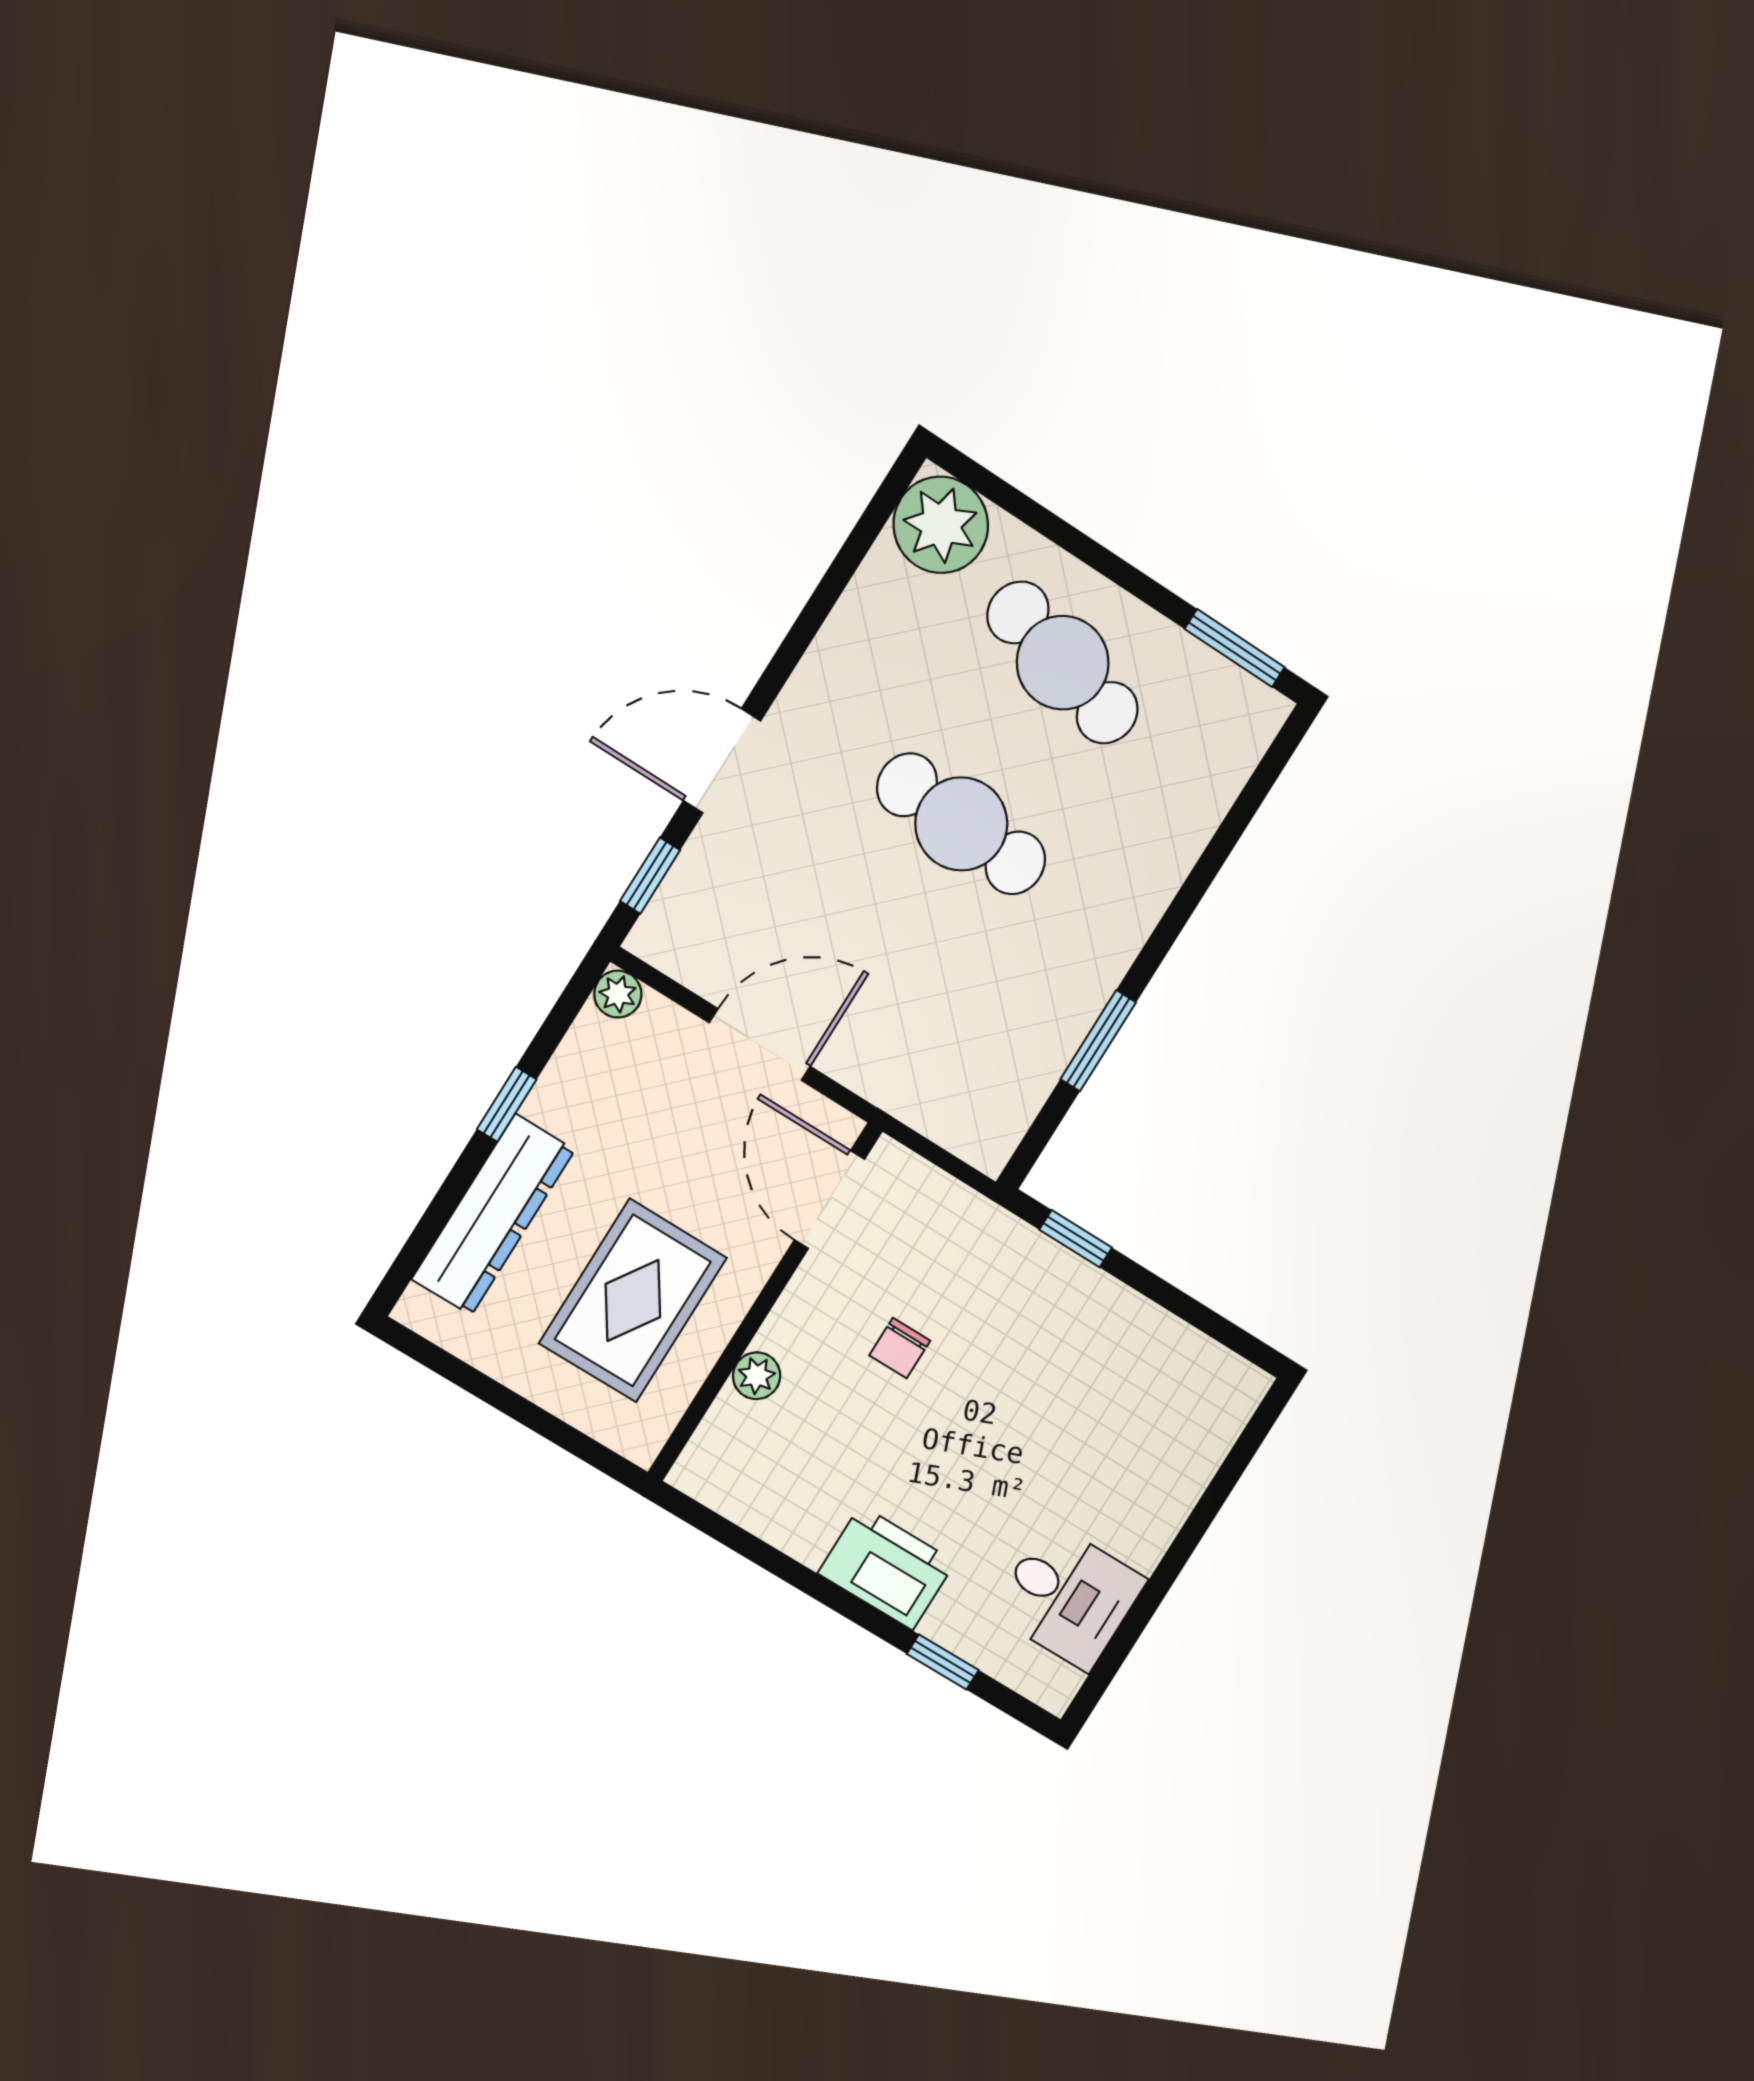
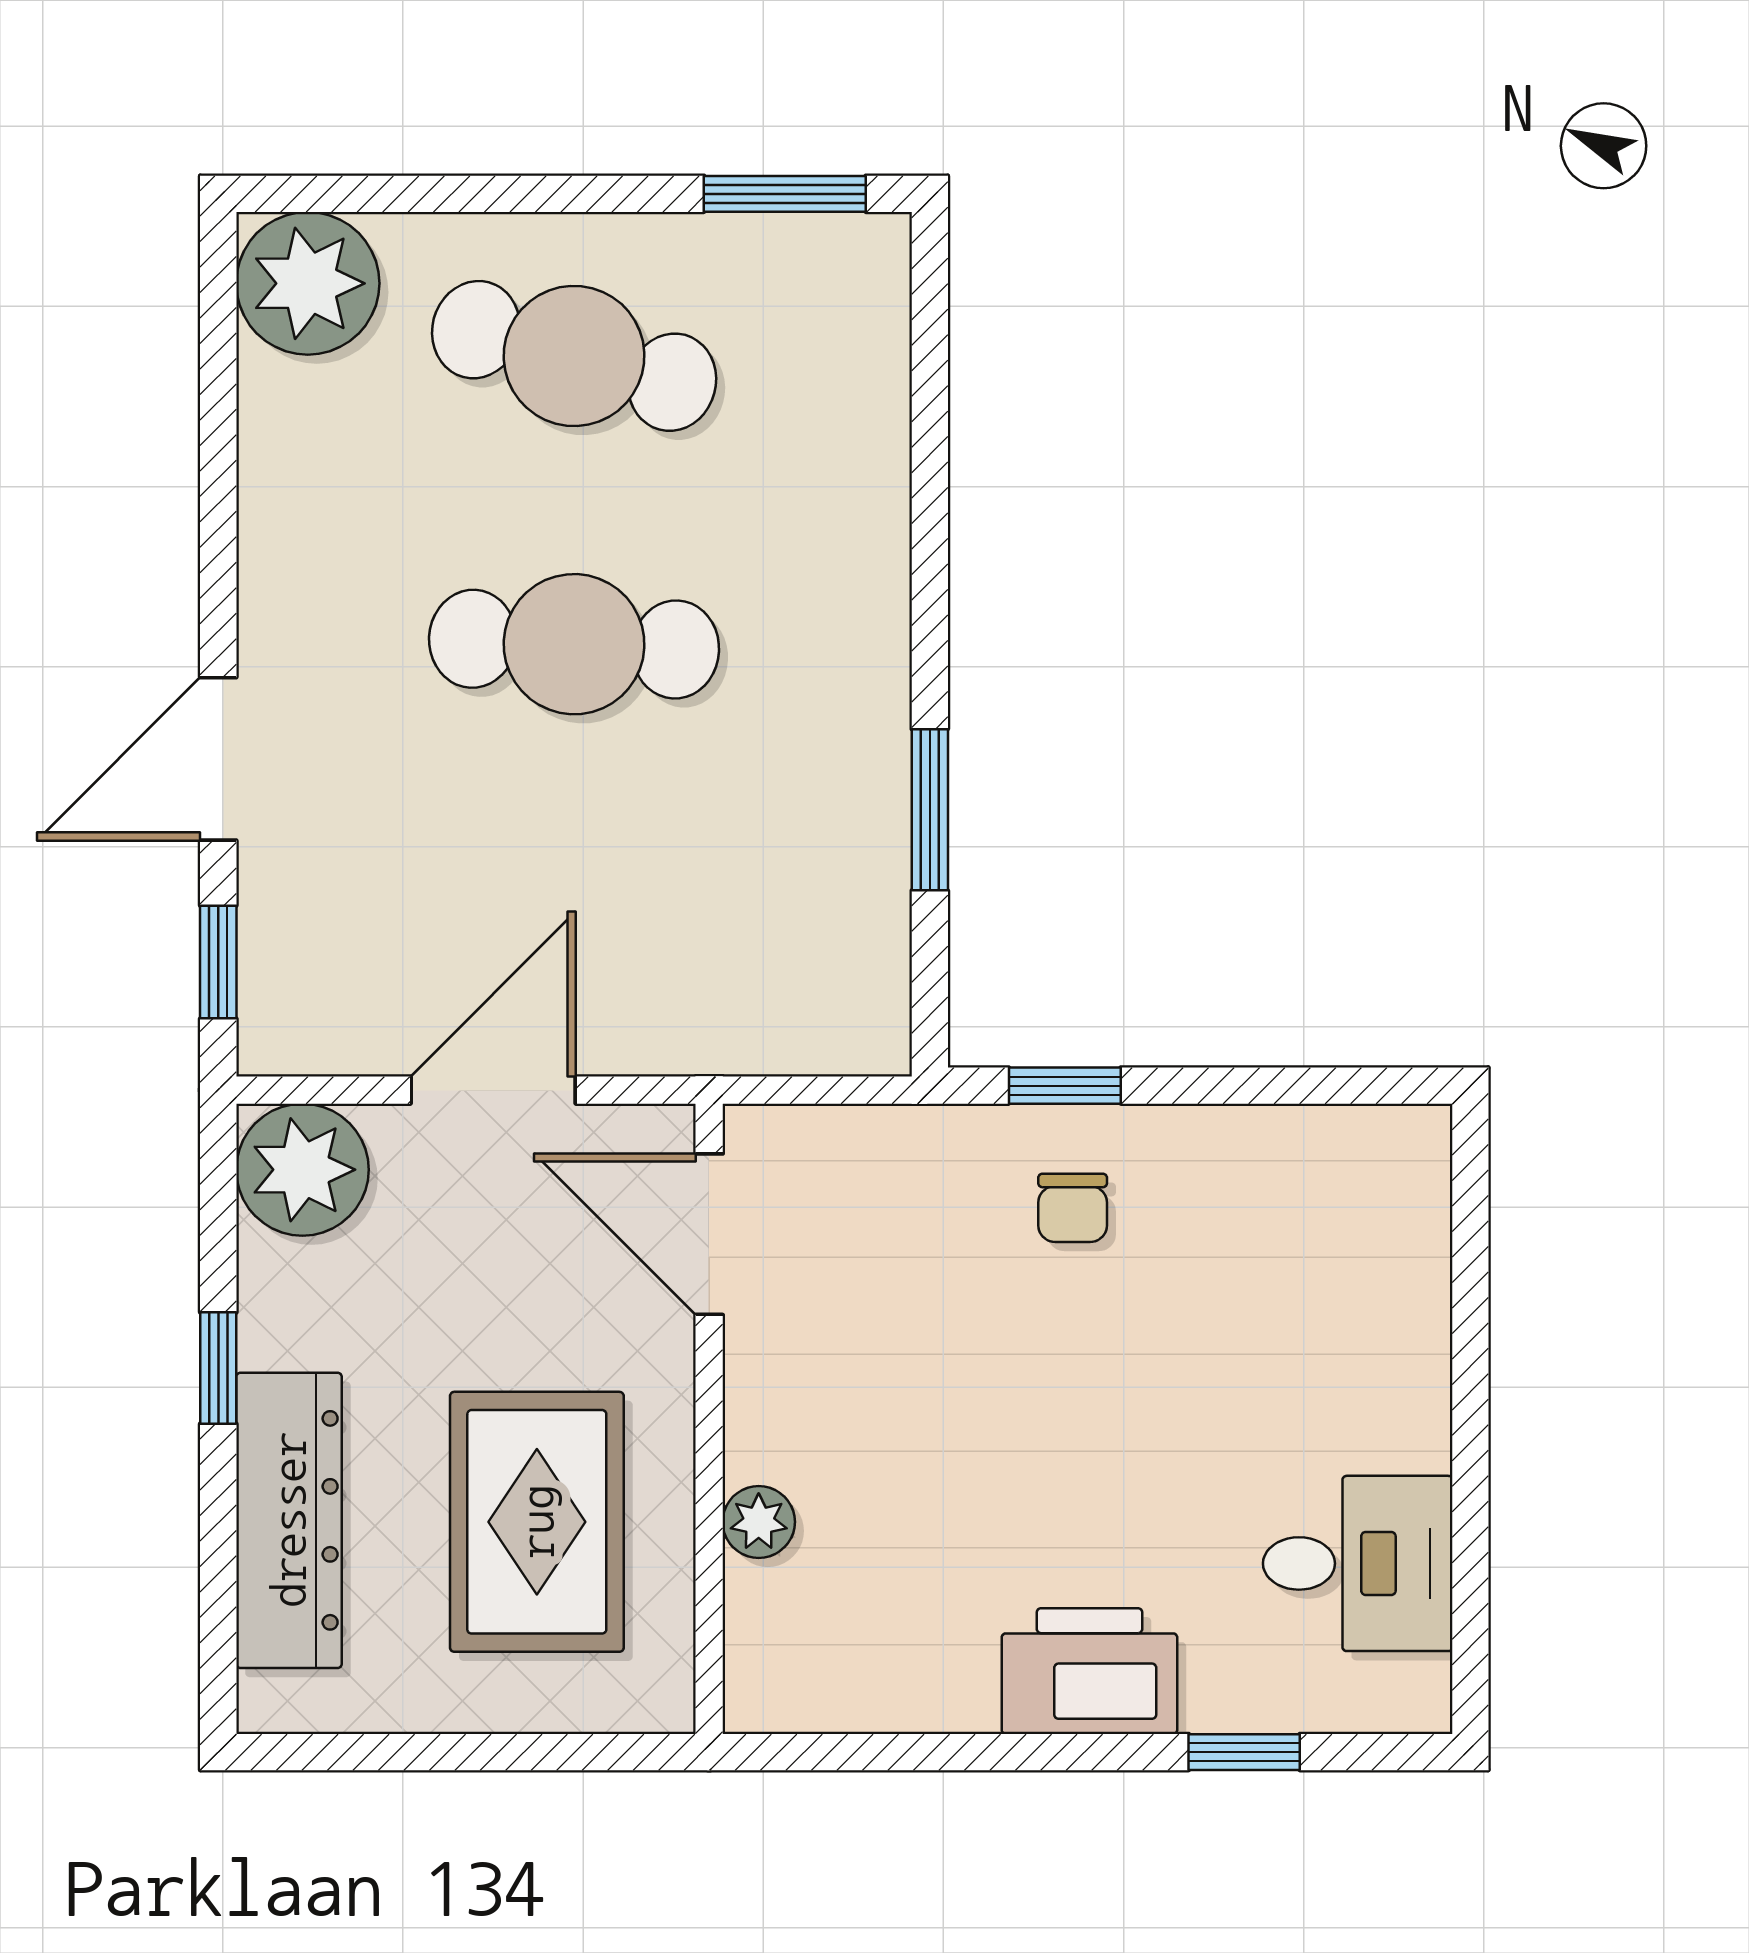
plant: (618, 994) -> (302, 1170), width x1.88, depth x1.88
chair: (900, 1348) -> (1073, 1208), moved

